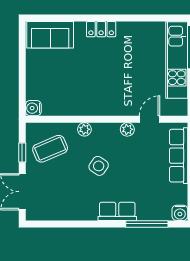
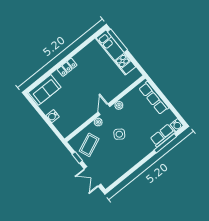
water cooler: (33, 108) -> (53, 116), moved
door: (150, 119) -> (104, 109), moved
row of seats: (117, 211) -> (163, 135), moved

